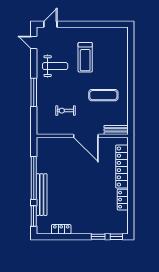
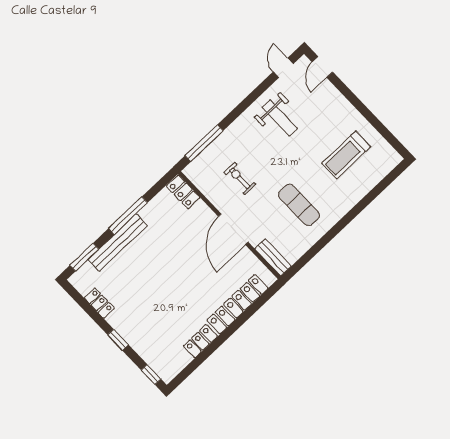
door: (50, 24) -> (322, 67), swing flipped
treadmill: (85, 57) -> (346, 155), moved
window: (34, 92) -> (204, 143), moved
locker: (47, 142) -> (183, 192), added
window: (34, 178) -> (128, 216), width x0.68
window: (98, 237) -> (118, 340), moved

